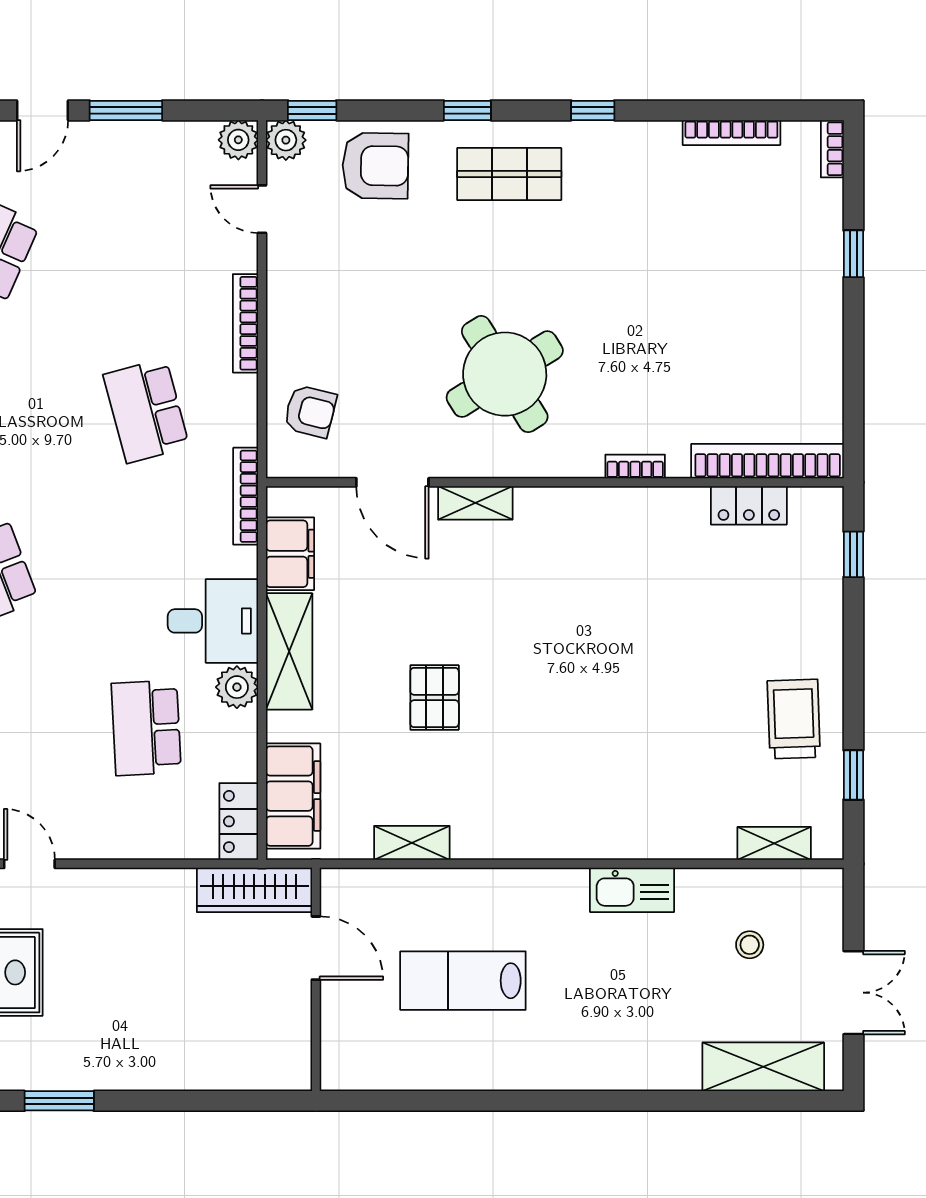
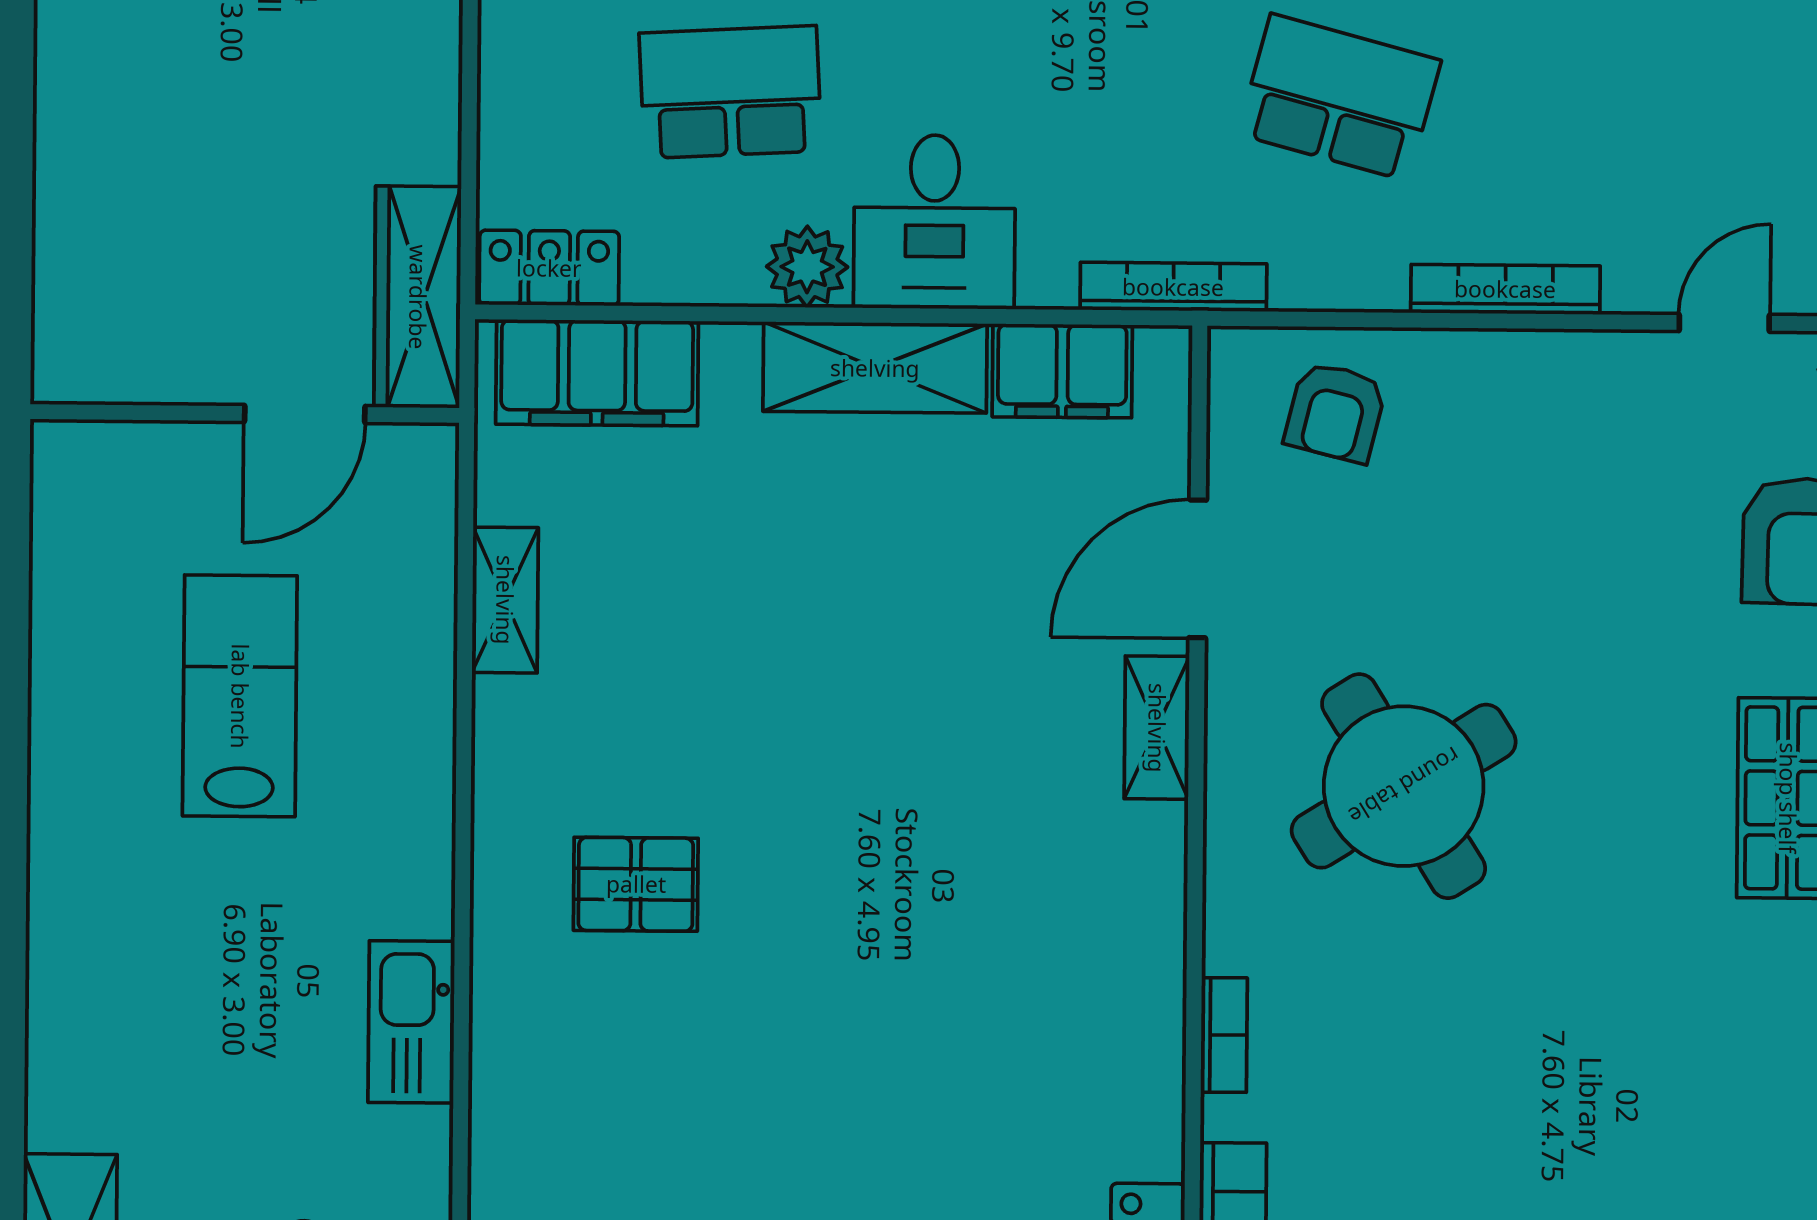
school desk: (146, 411) -> (1339, 97), turned 30
pallet: (435, 697) -> (636, 884), moved

